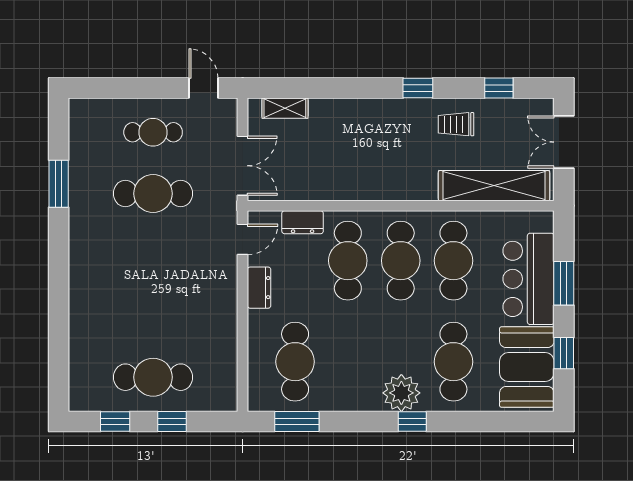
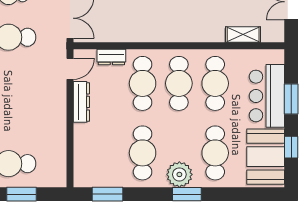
shelving: (494, 186) -> (243, 34), width x0.45, depth x0.75
dresser: (259, 288) -> (81, 102), width x1.44
cafe table: (295, 362) -> (143, 153), moved
window: (172, 421) -> (22, 194), width x1.50
window: (412, 421) -> (187, 194), width x1.50

